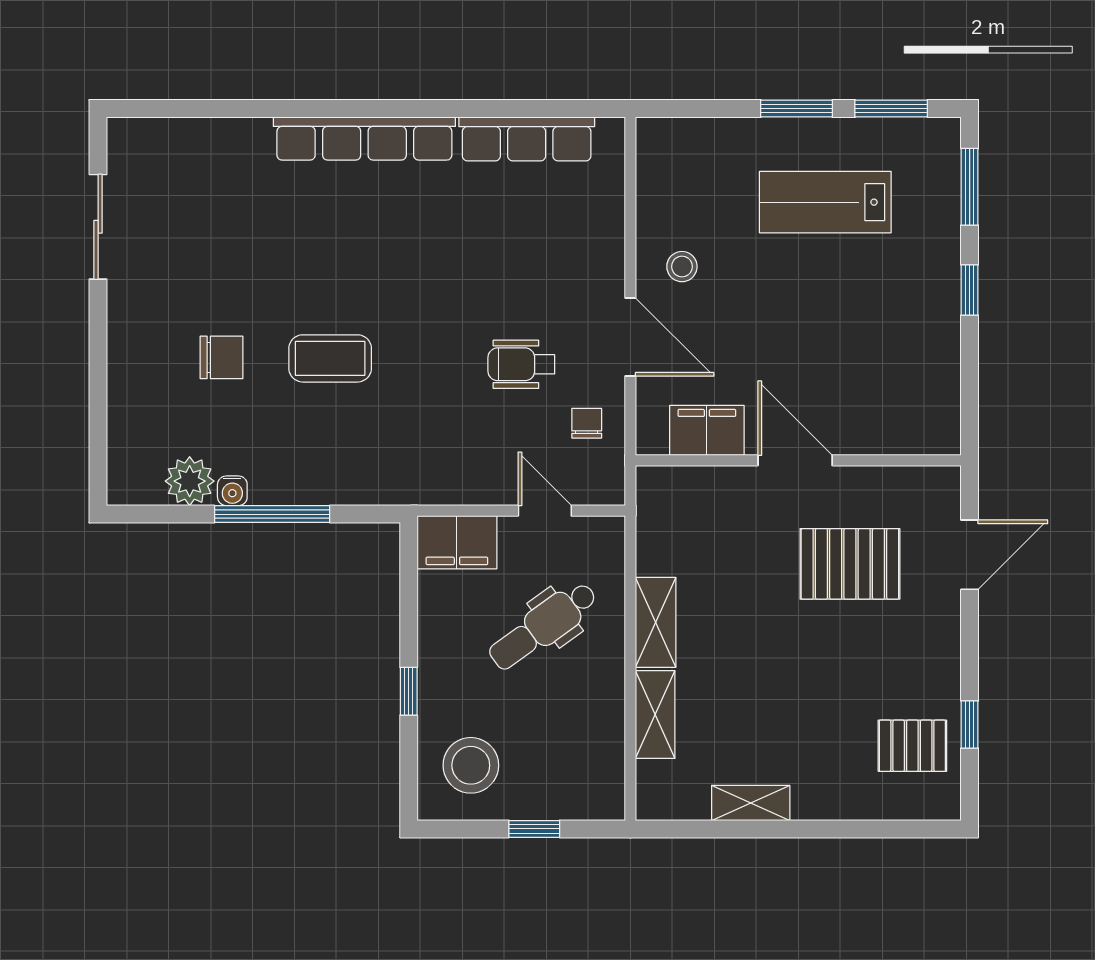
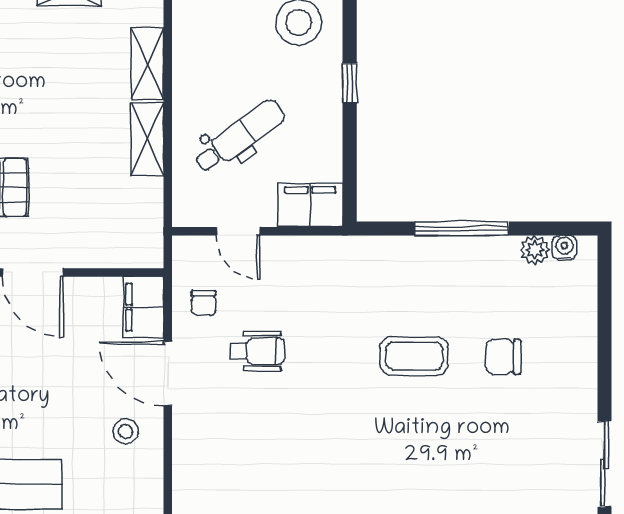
filing cabinet: (707, 430) -> (143, 307), moved, turned 90
plant: (190, 481) -> (535, 250), width x0.73, depth x0.73
water cooler: (232, 491) -> (564, 247), moved

